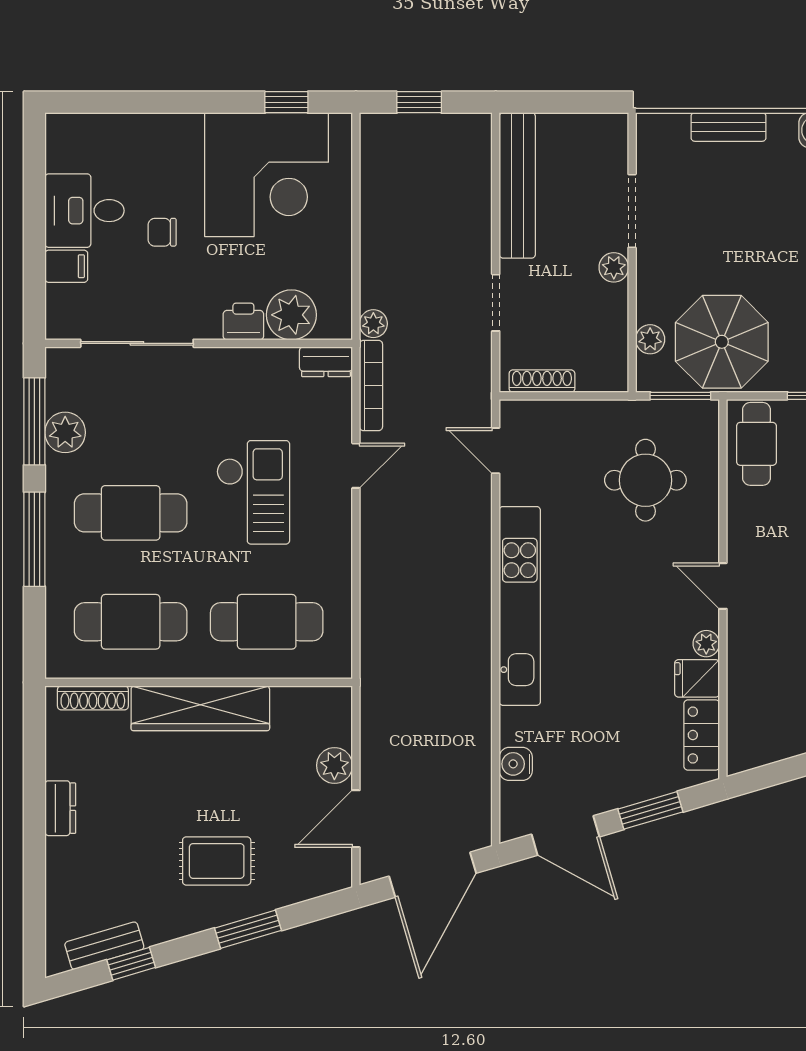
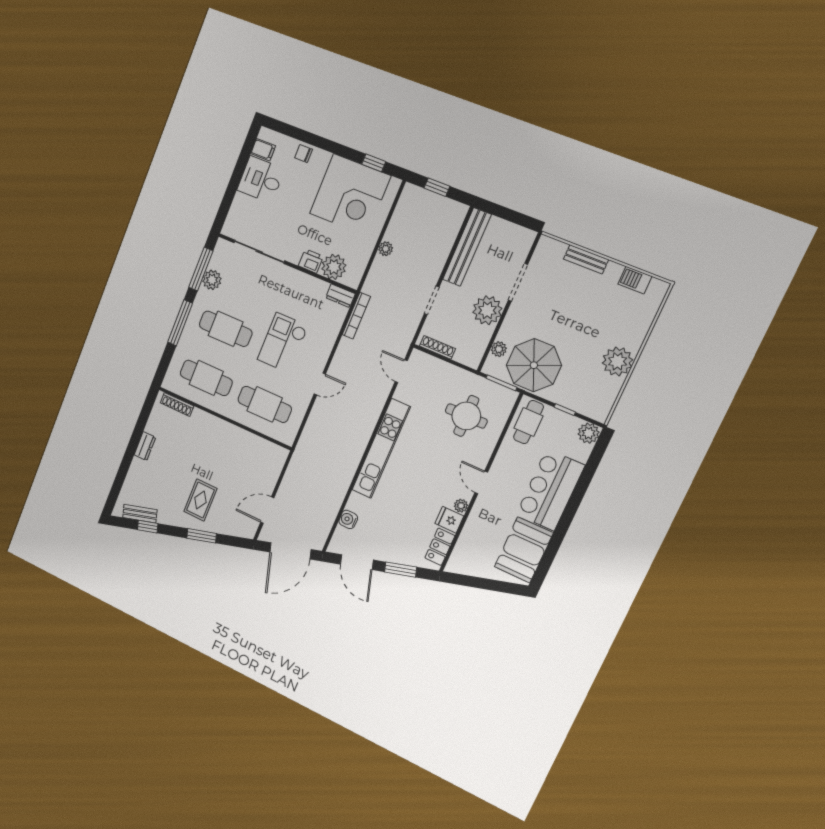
chair: (162, 232) -> (304, 154), moved
filing cabinet: (66, 266) -> (263, 150), moved
plant: (614, 267) -> (487, 310), width x1.88, depth x1.88
plant: (373, 324) -> (386, 249), moved
door: (356, 466) -> (320, 384), moved
checkout: (253, 492) -> (283, 343), turned 180
wardrobe: (200, 708) -> (220, 430), removed
plant: (334, 765) -> (268, 482), removed
rug: (217, 861) -> (200, 500), turned 90

